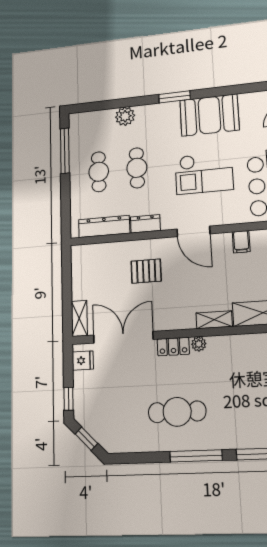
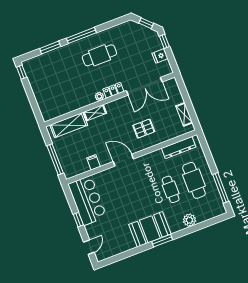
booth: (209, 115) -> (150, 229), moved
cafe table: (99, 172) -> (194, 180), width x1.37, depth x1.35
checkout: (204, 173) -> (128, 197), removed
dresser: (145, 224) -> (154, 157), removed
shelving: (79, 318) -> (184, 114), moved
fridge: (83, 361) -> (160, 56), moved

